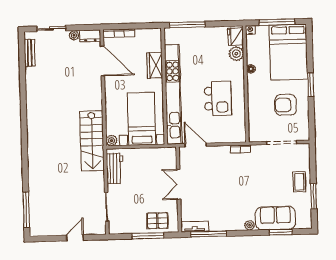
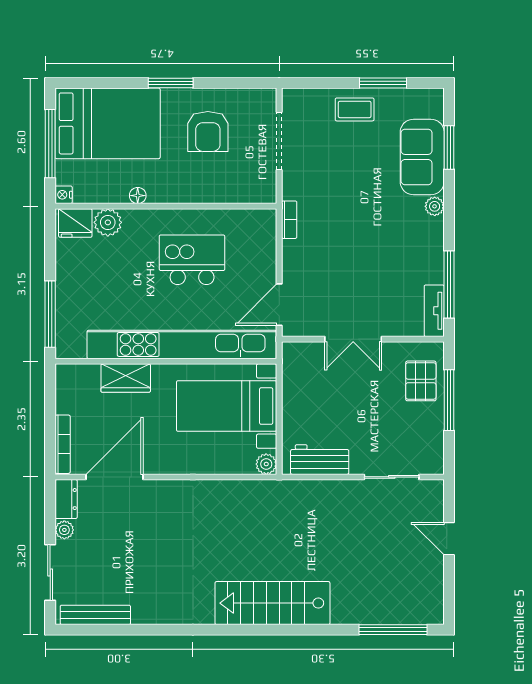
bench: (30, 53) -> (95, 615), width x1.36
stairs: (92, 141) -> (272, 603), moved, turned 180

